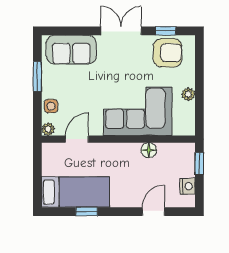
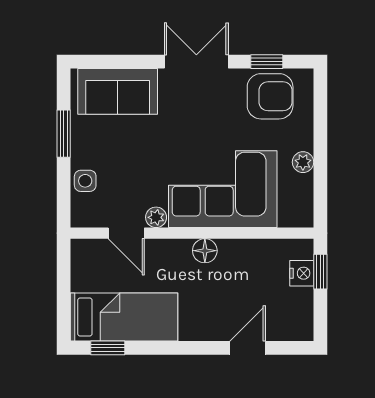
plant: (48, 129) -> (156, 217), moved
door: (77, 139) -> (126, 233), swing flipped
floor lamp: (149, 150) -> (205, 251), moved
nightstand: (188, 186) -> (302, 273), moved
window: (87, 212) -> (108, 348), moved

